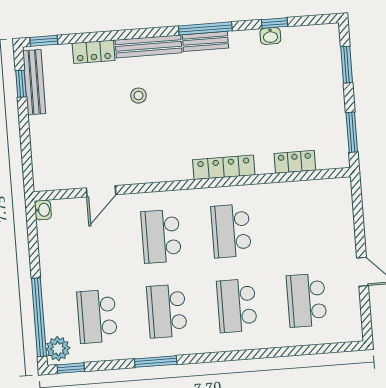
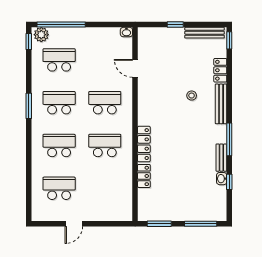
bench: (205, 41) -> (221, 158), moved
window: (347, 65) -> (201, 224), width x1.44
window: (21, 84) -> (175, 25), moved
locker: (295, 162) -> (144, 176), moved
window: (156, 362) -> (29, 106), moved

